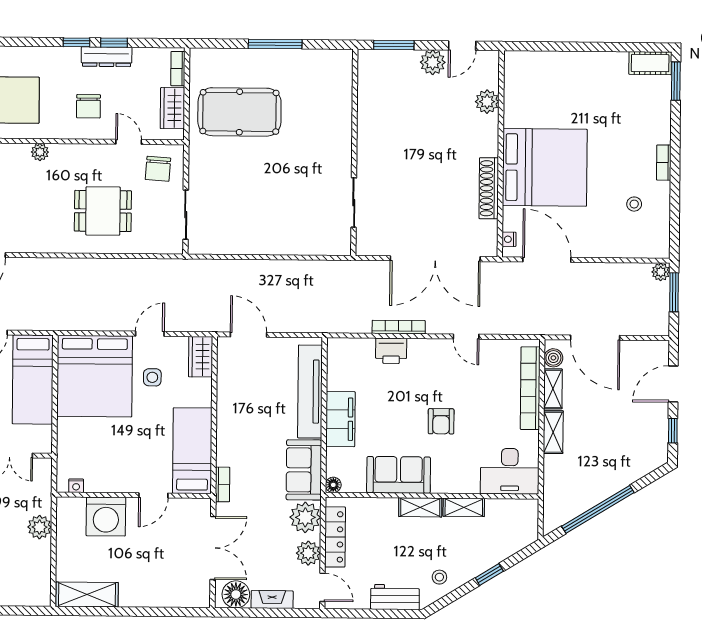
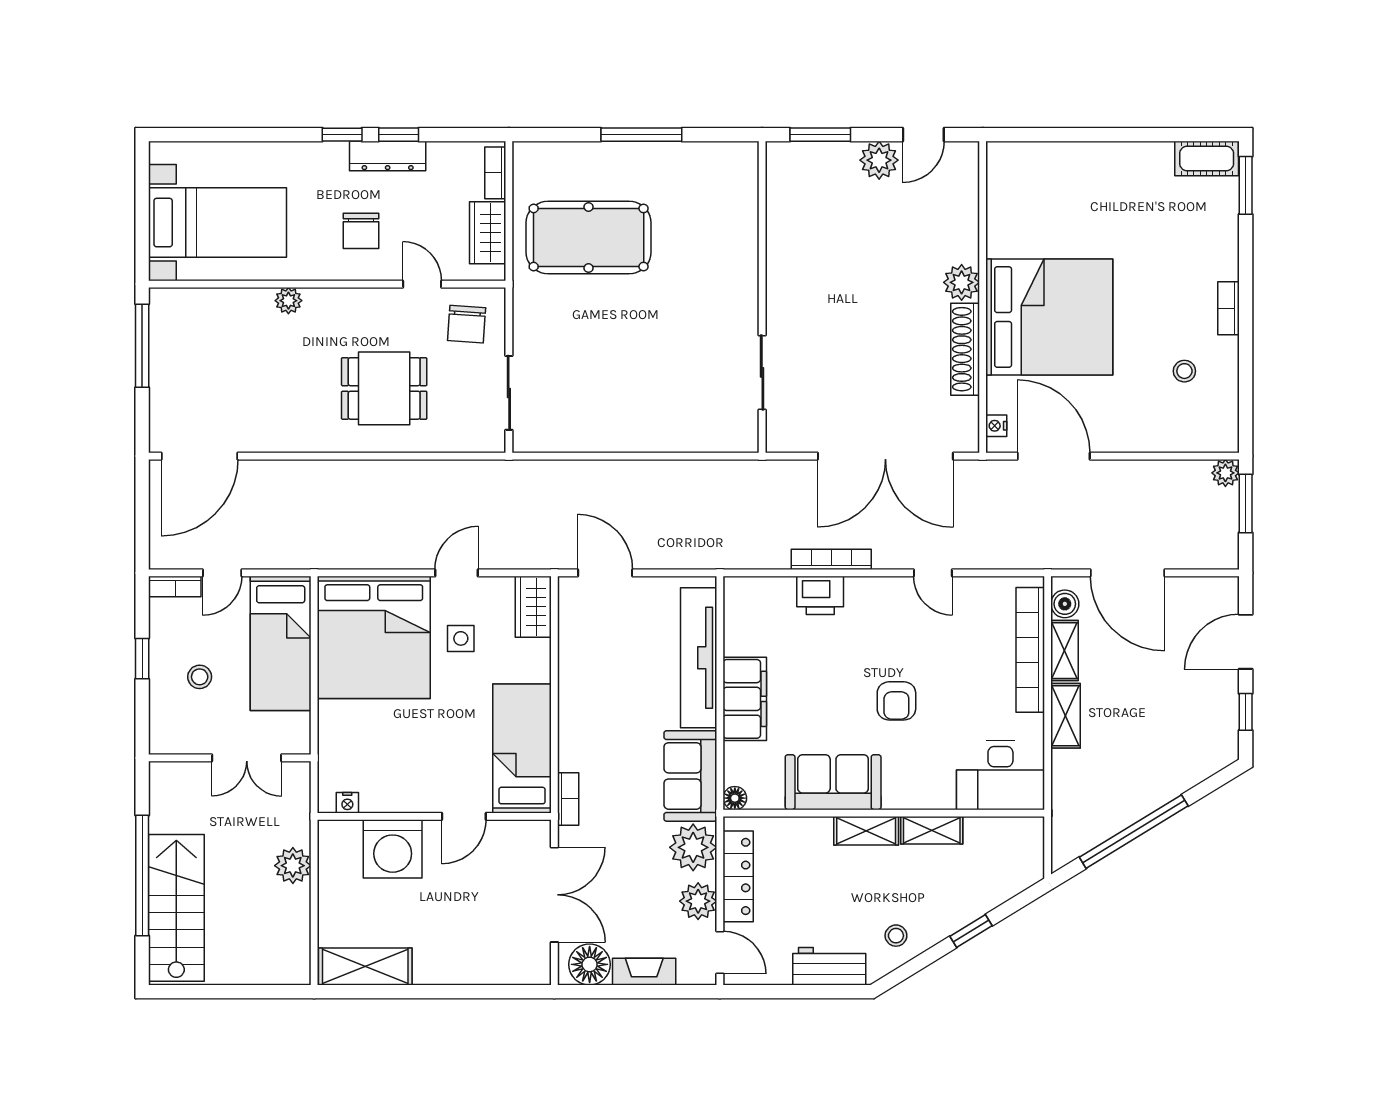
plant: (487, 102) -> (962, 282), moved

